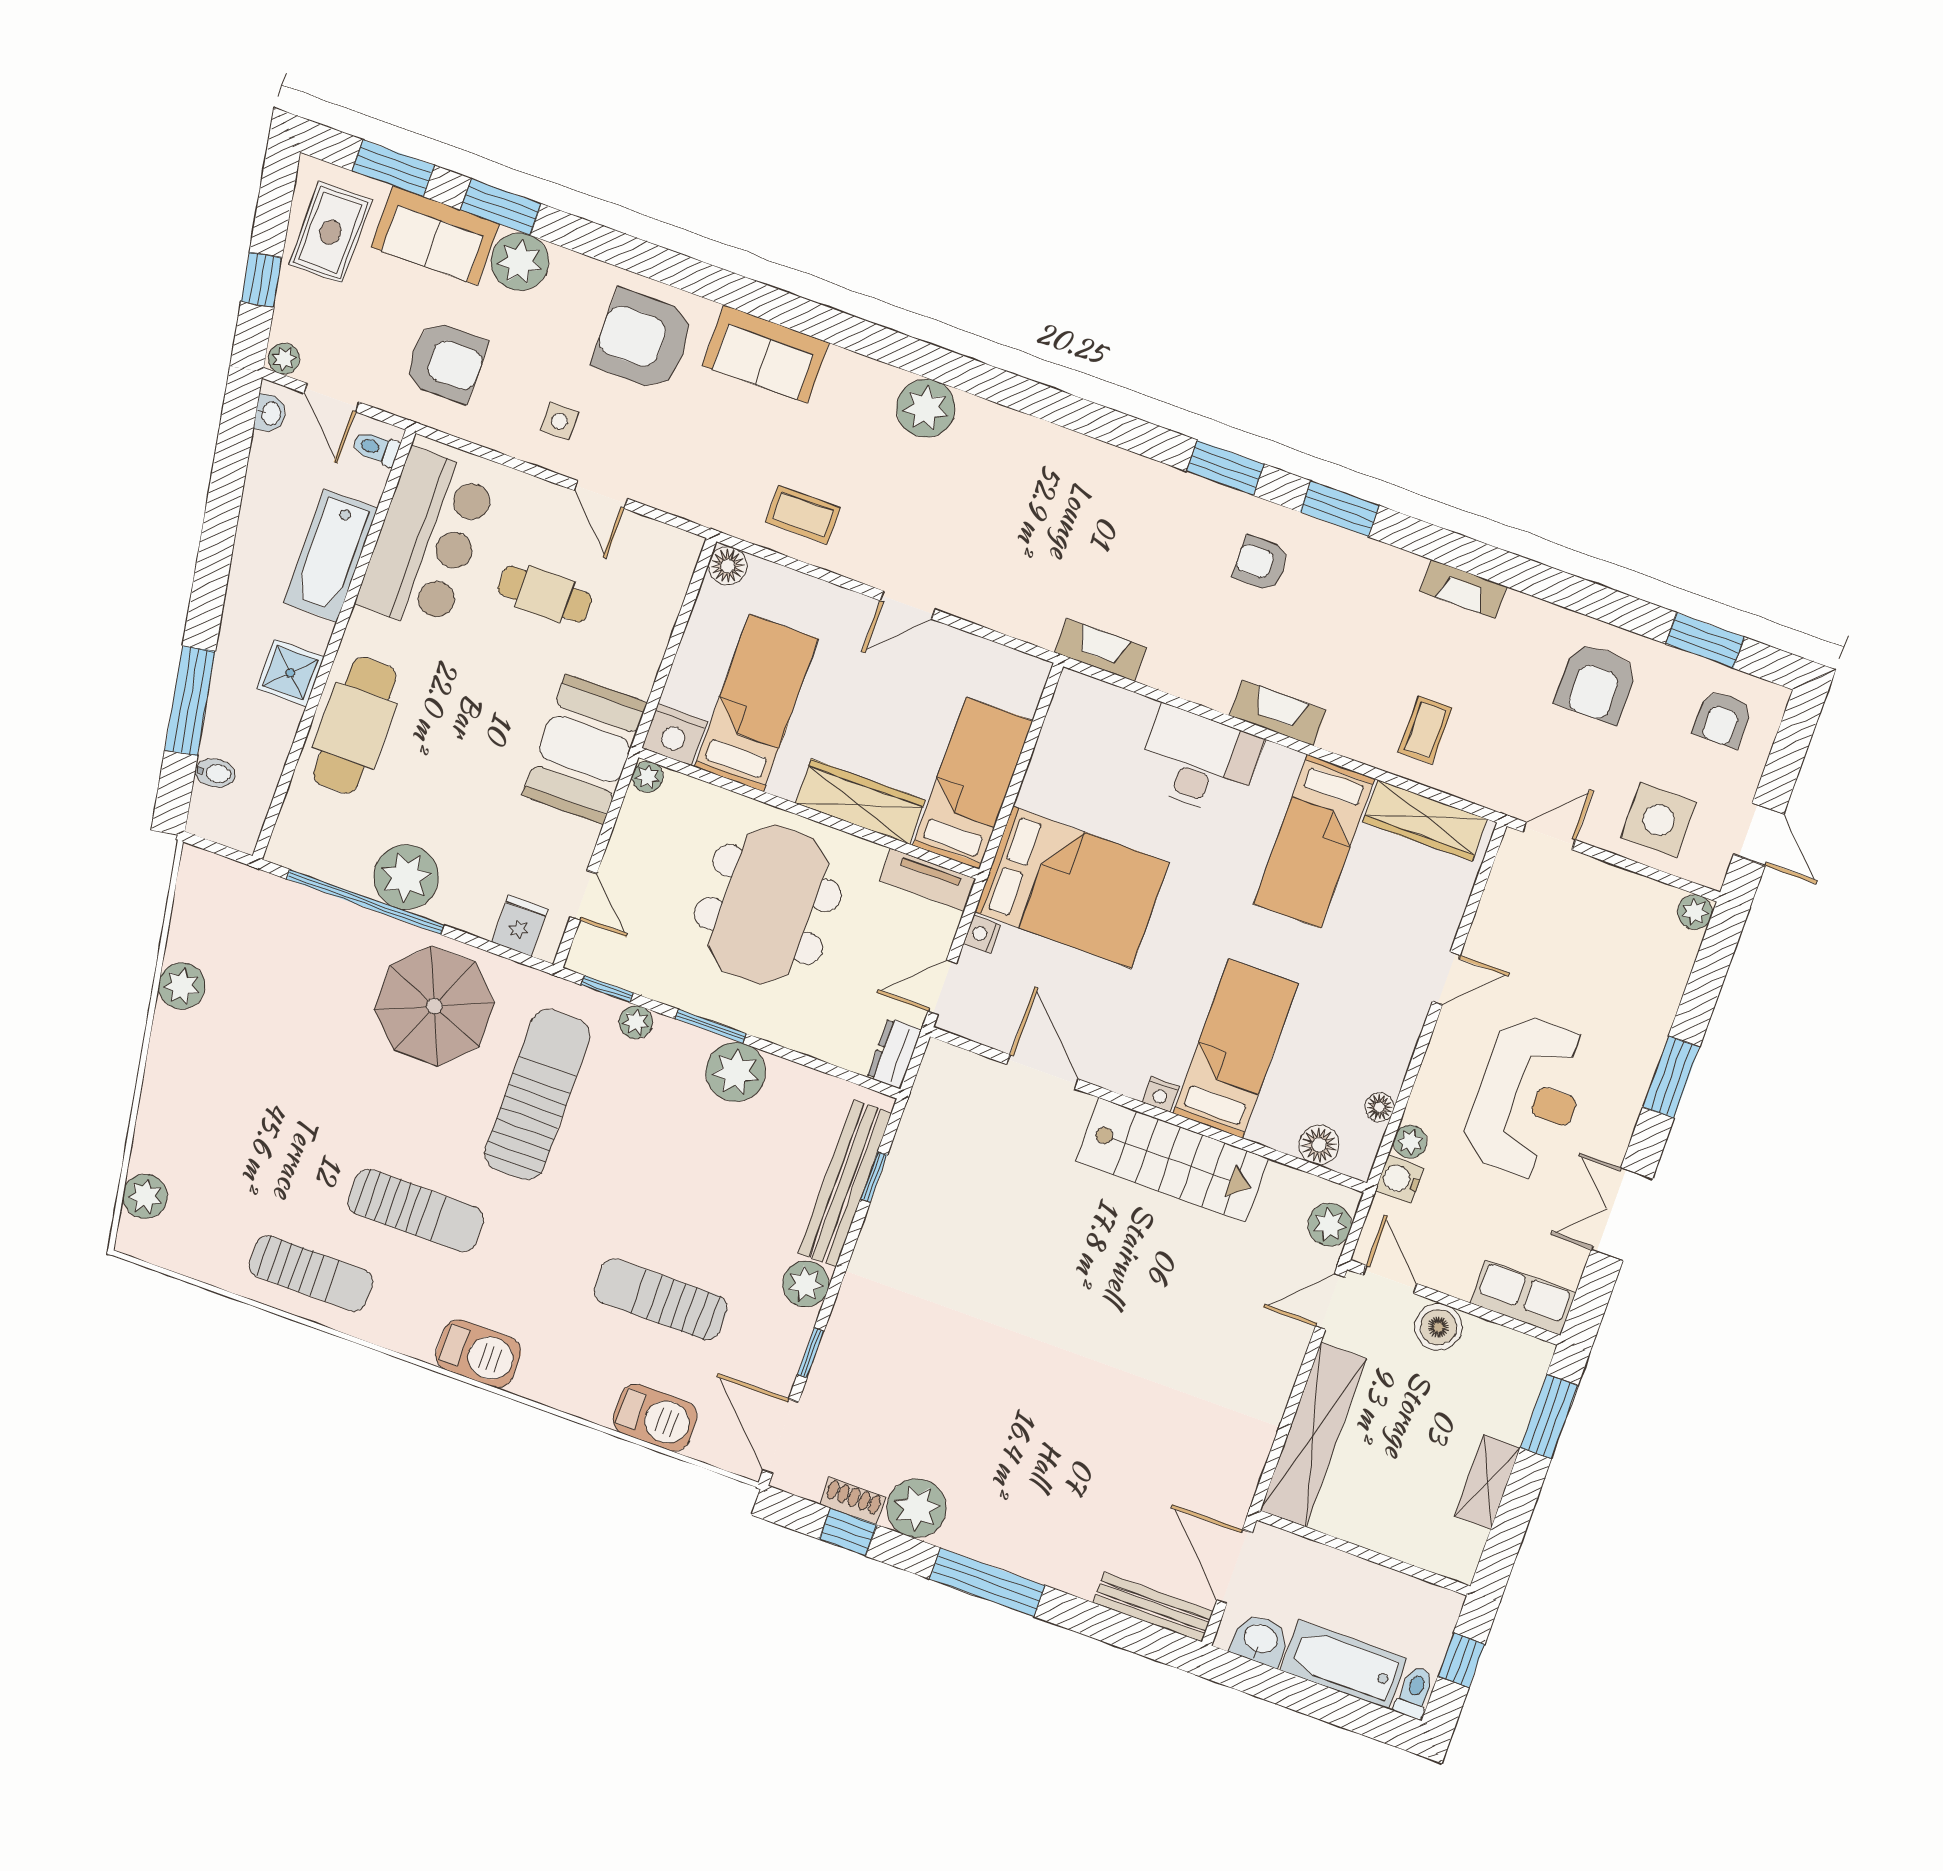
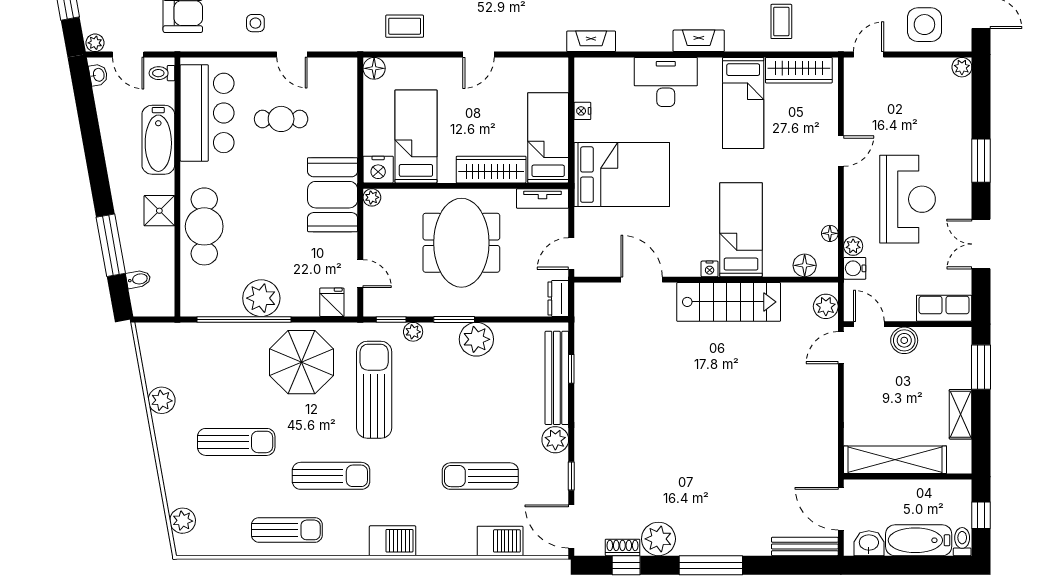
nightstand: (982, 934) -> (582, 111), moved
sun lounger: (280, 1099) -> (236, 442), added
shelving: (1313, 1435) -> (895, 460), moved, turned 90

